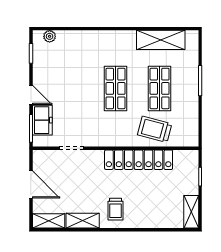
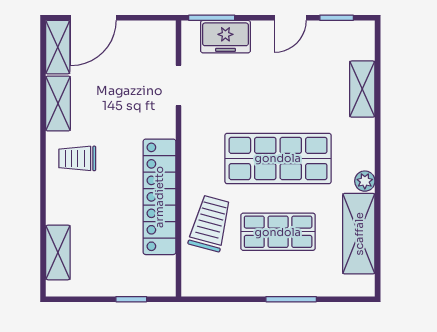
plant: (50, 36) -> (365, 181), moved
shelving: (74, 38) -> (362, 89), added
shop shelf: (116, 88) -> (278, 158), width x1.43, depth x1.36
door: (31, 95) -> (290, 18), moved
door: (31, 185) -> (94, 18), moved
shelving: (191, 212) -> (58, 252), moved, turned 90

